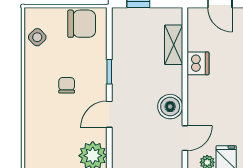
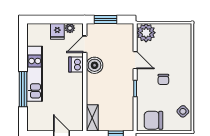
shelving: (174, 45) -> (92, 118), moved
dishwasher: (198, 63) -> (76, 64), moved
door: (109, 114) -> (135, 60), hinge flipped

